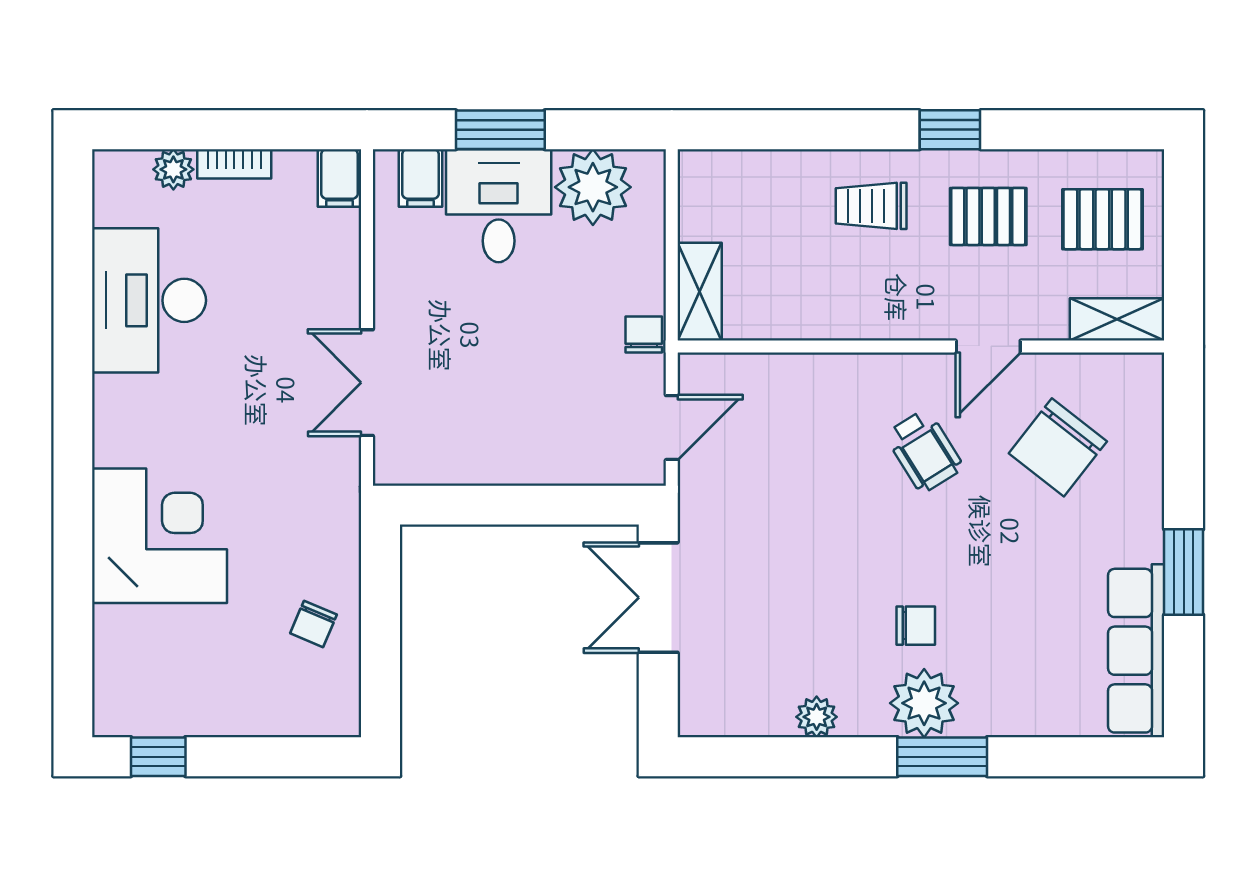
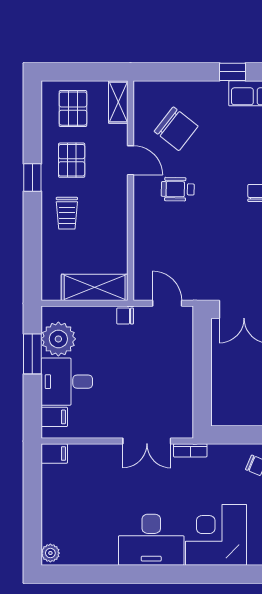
window: (500, 130) -> (32, 354), moved
bookcase: (234, 164) -> (190, 450), moved, turned 90
plant: (173, 169) -> (50, 553), moved
shelving: (700, 292) -> (95, 287), width x1.50, depth x1.33
desk: (149, 300) -> (151, 540), moved
wheelchair: (924, 451) -> (178, 189), turned -147
window: (1184, 572) -> (232, 72), width x0.67

